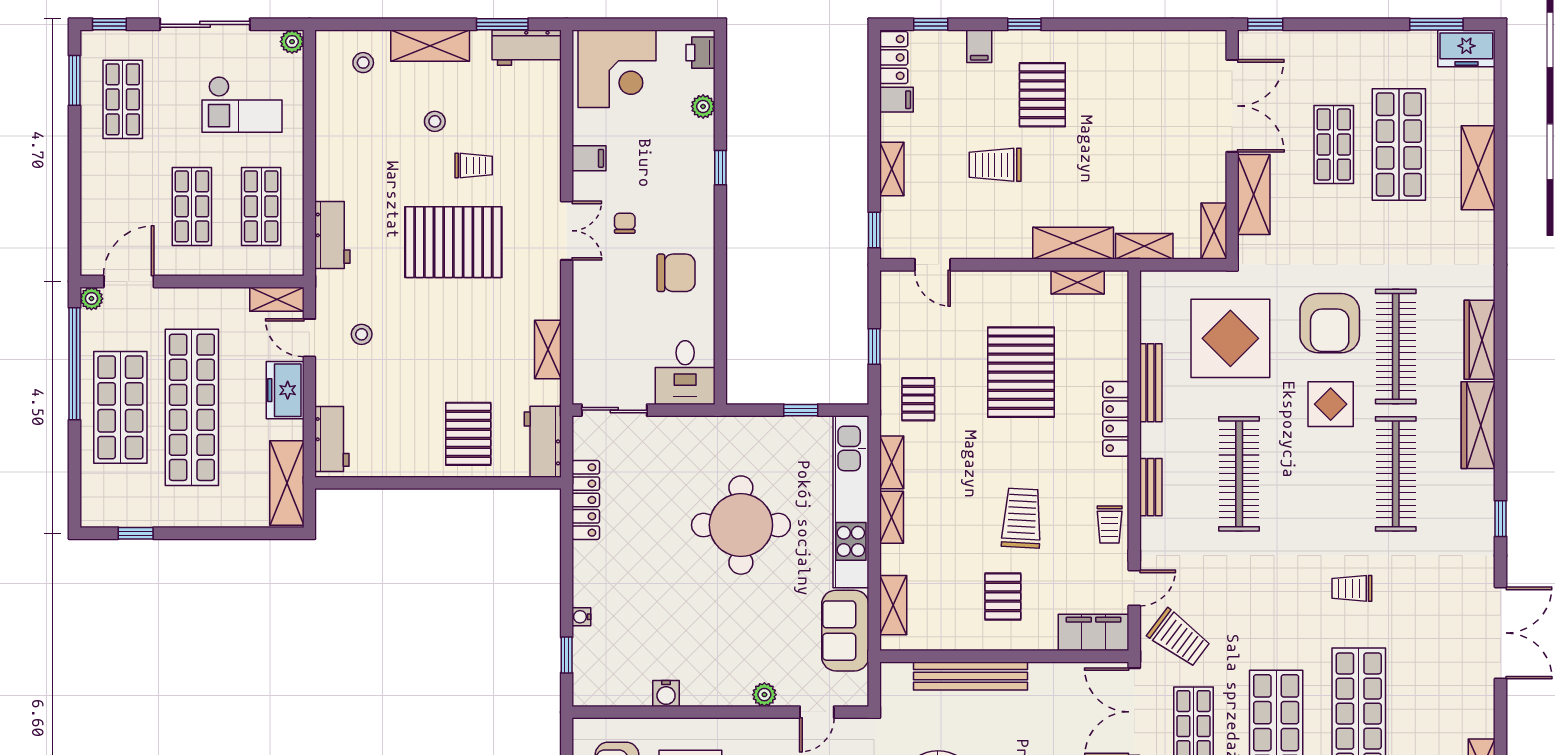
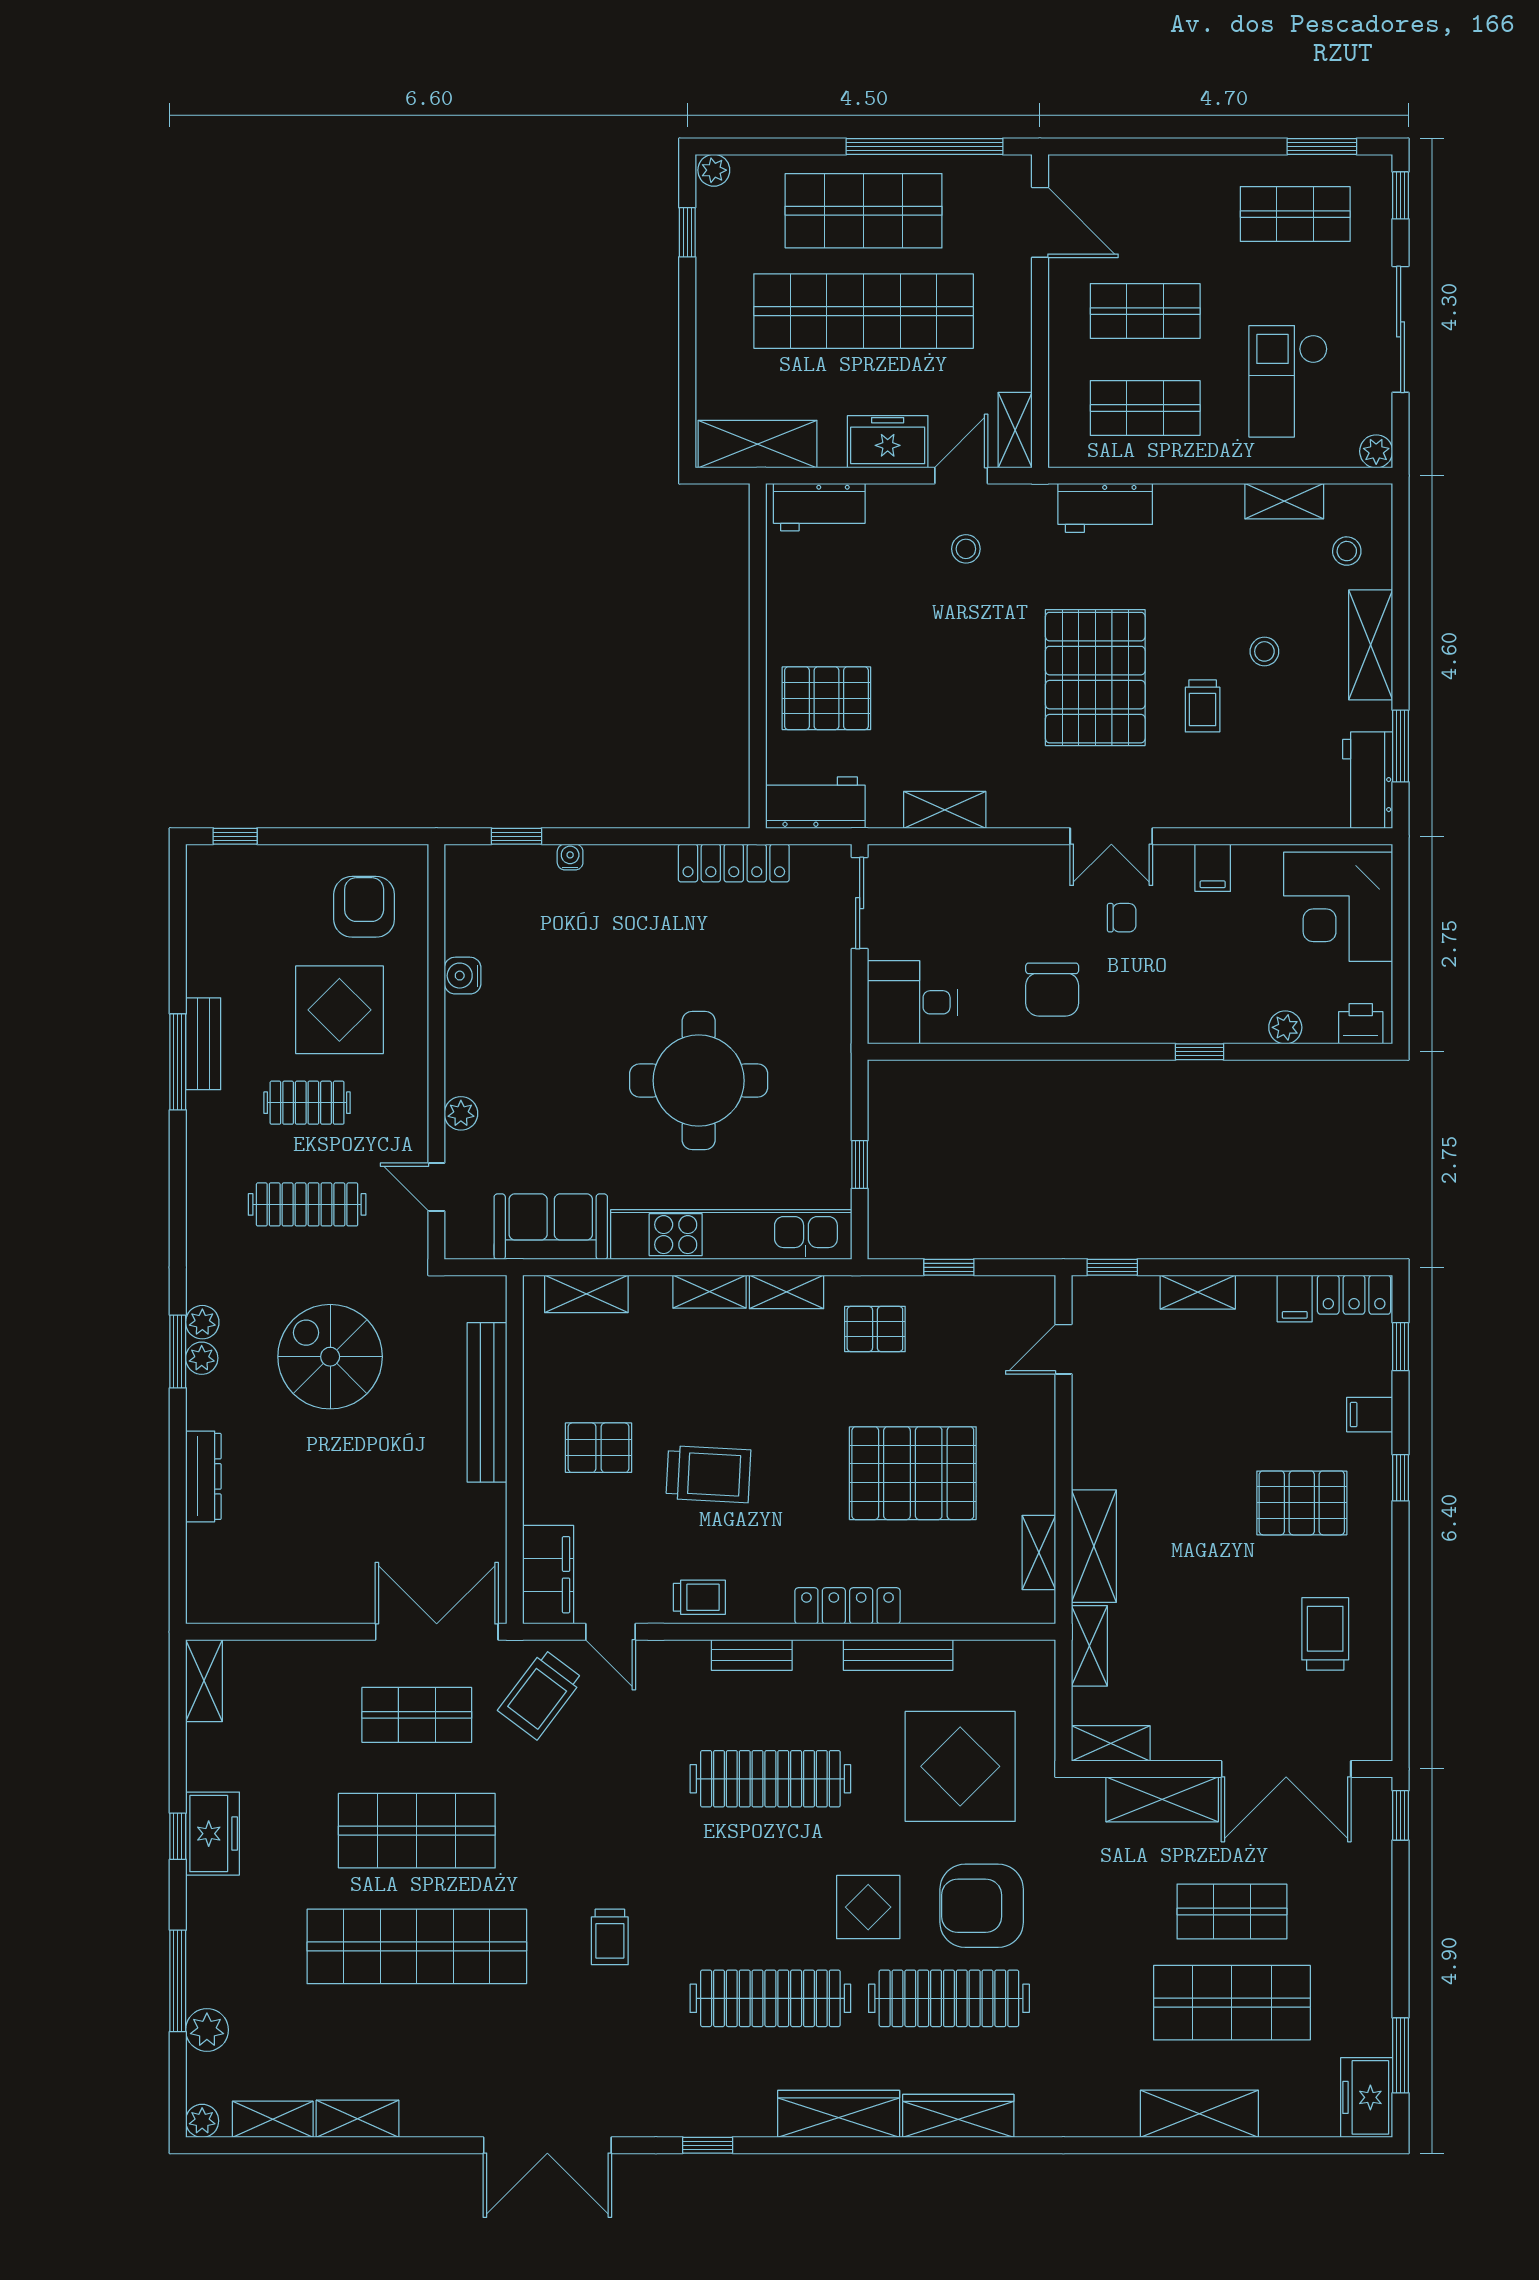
shelving: (328, 107) -> (1284, 501), added
trolley: (995, 165) -> (1325, 1634), moved
plant: (91, 299) -> (714, 170), moved
trolley: (1110, 525) -> (699, 1597), turned 180
trolley: (1352, 588) -> (610, 1937), turned 180

